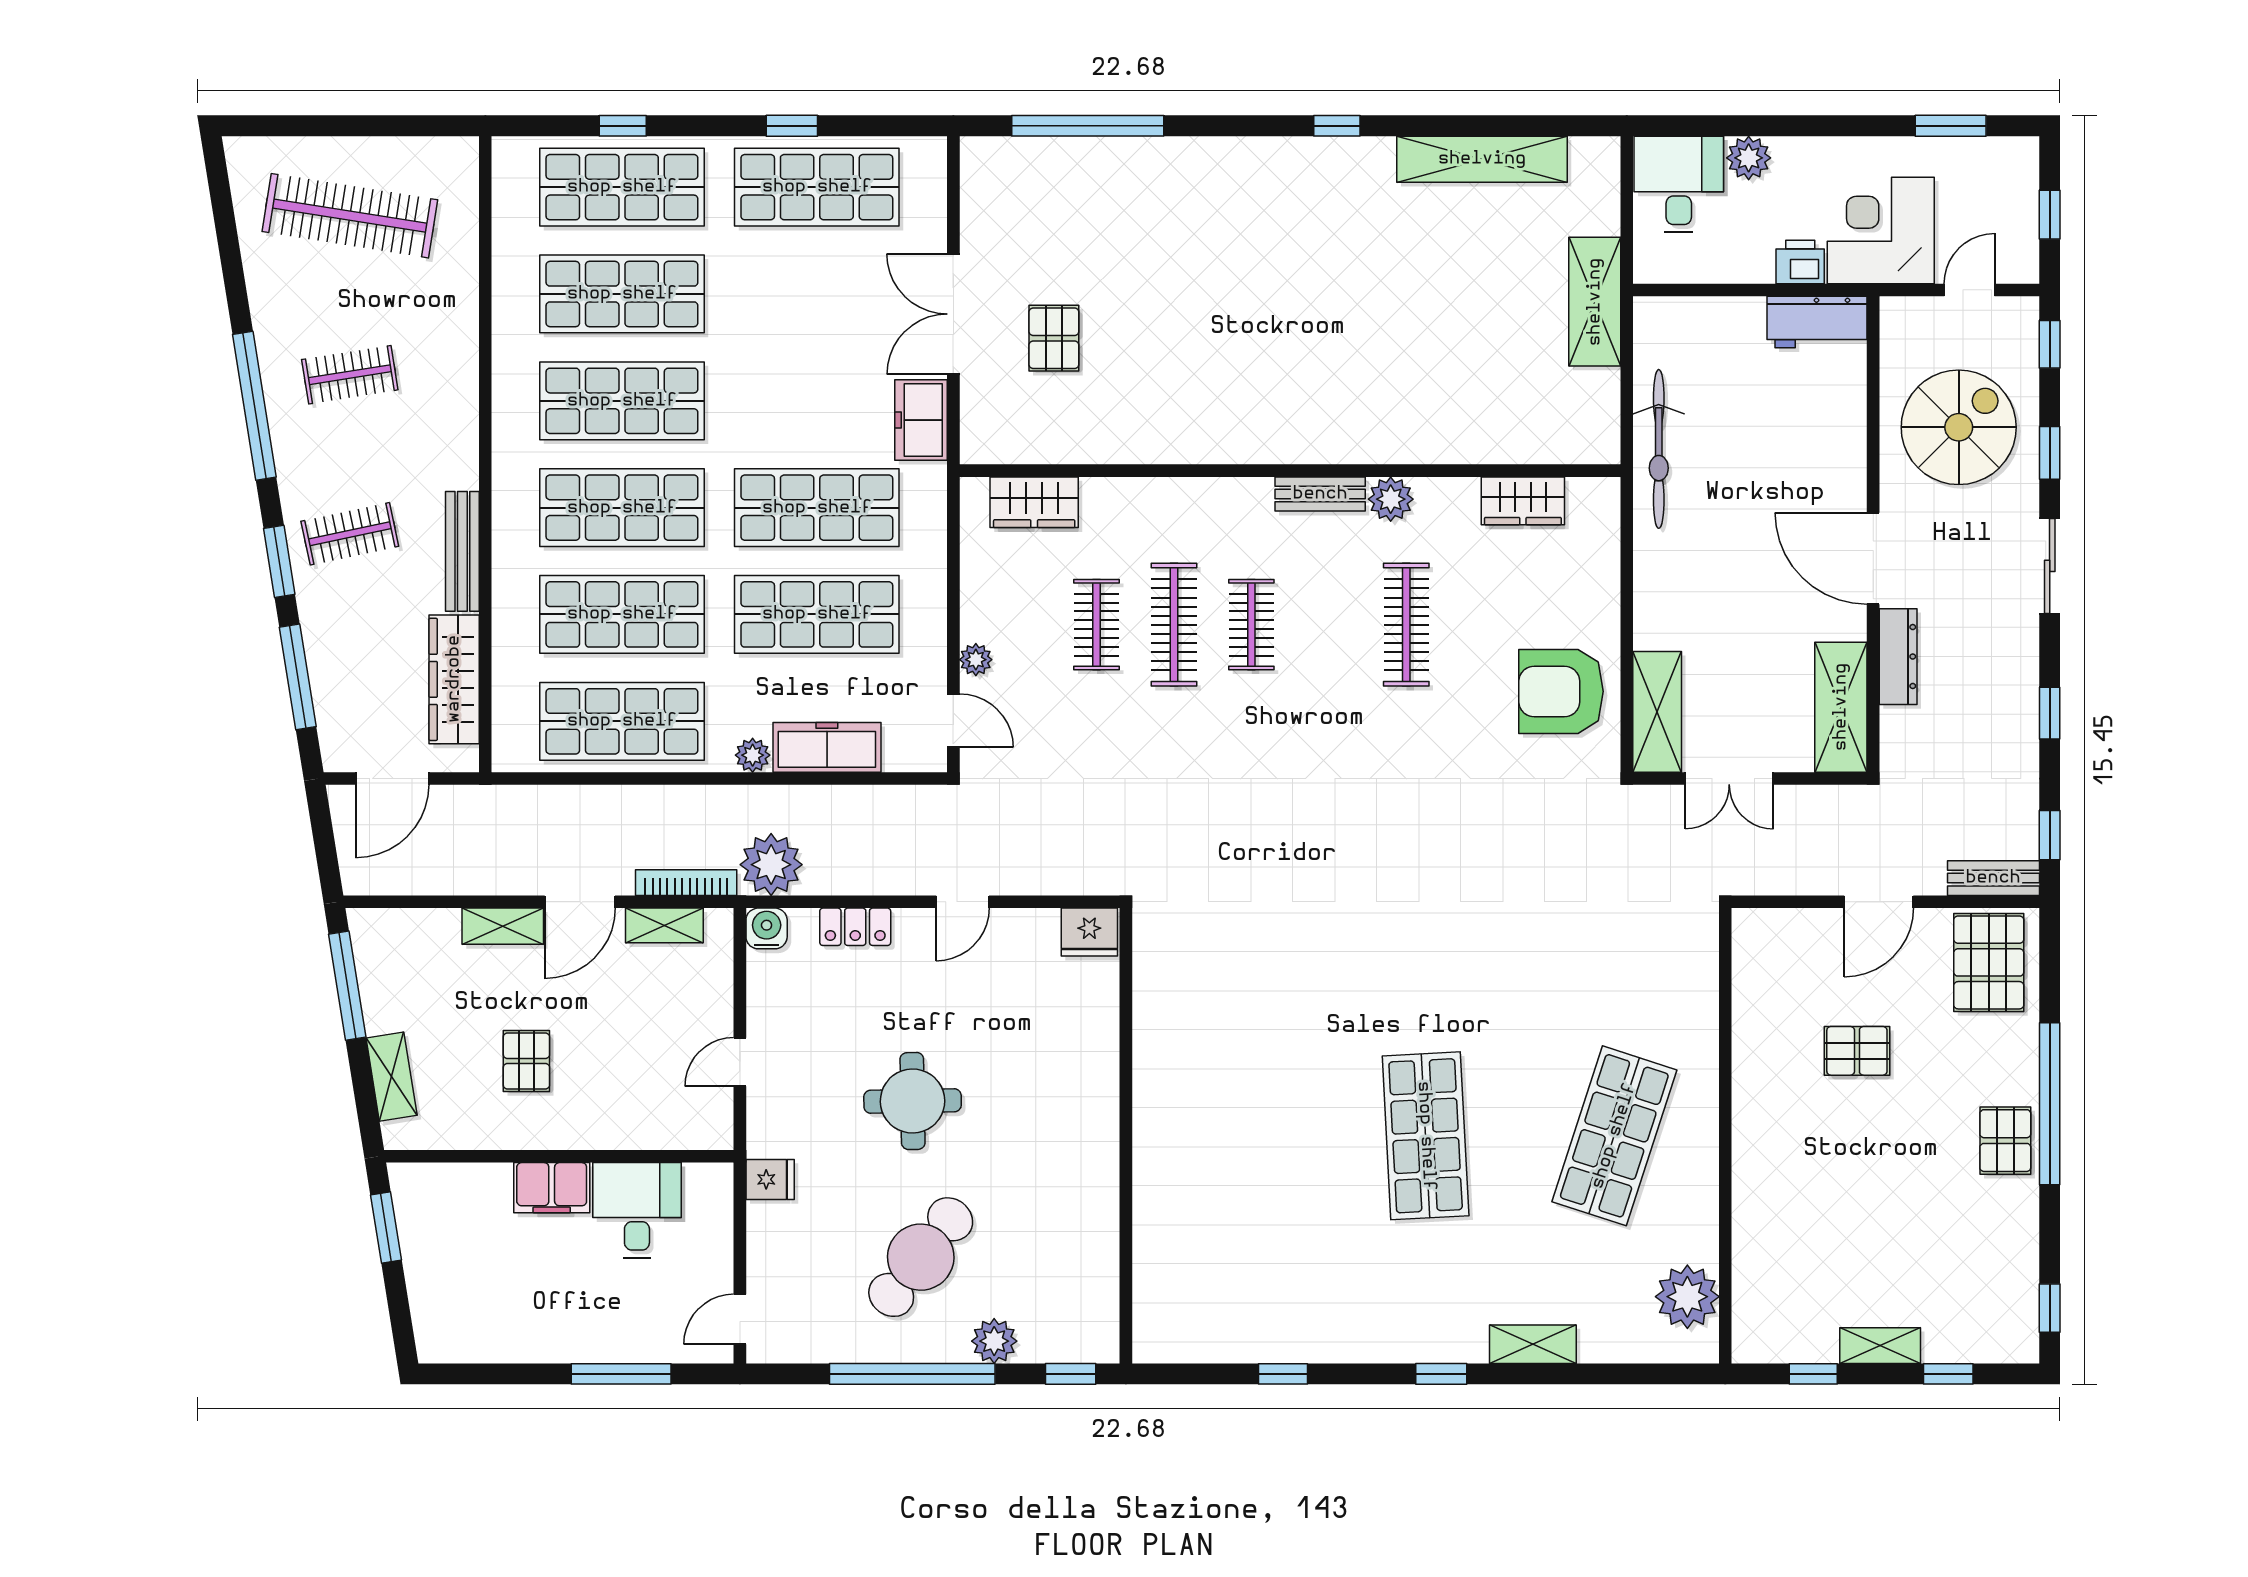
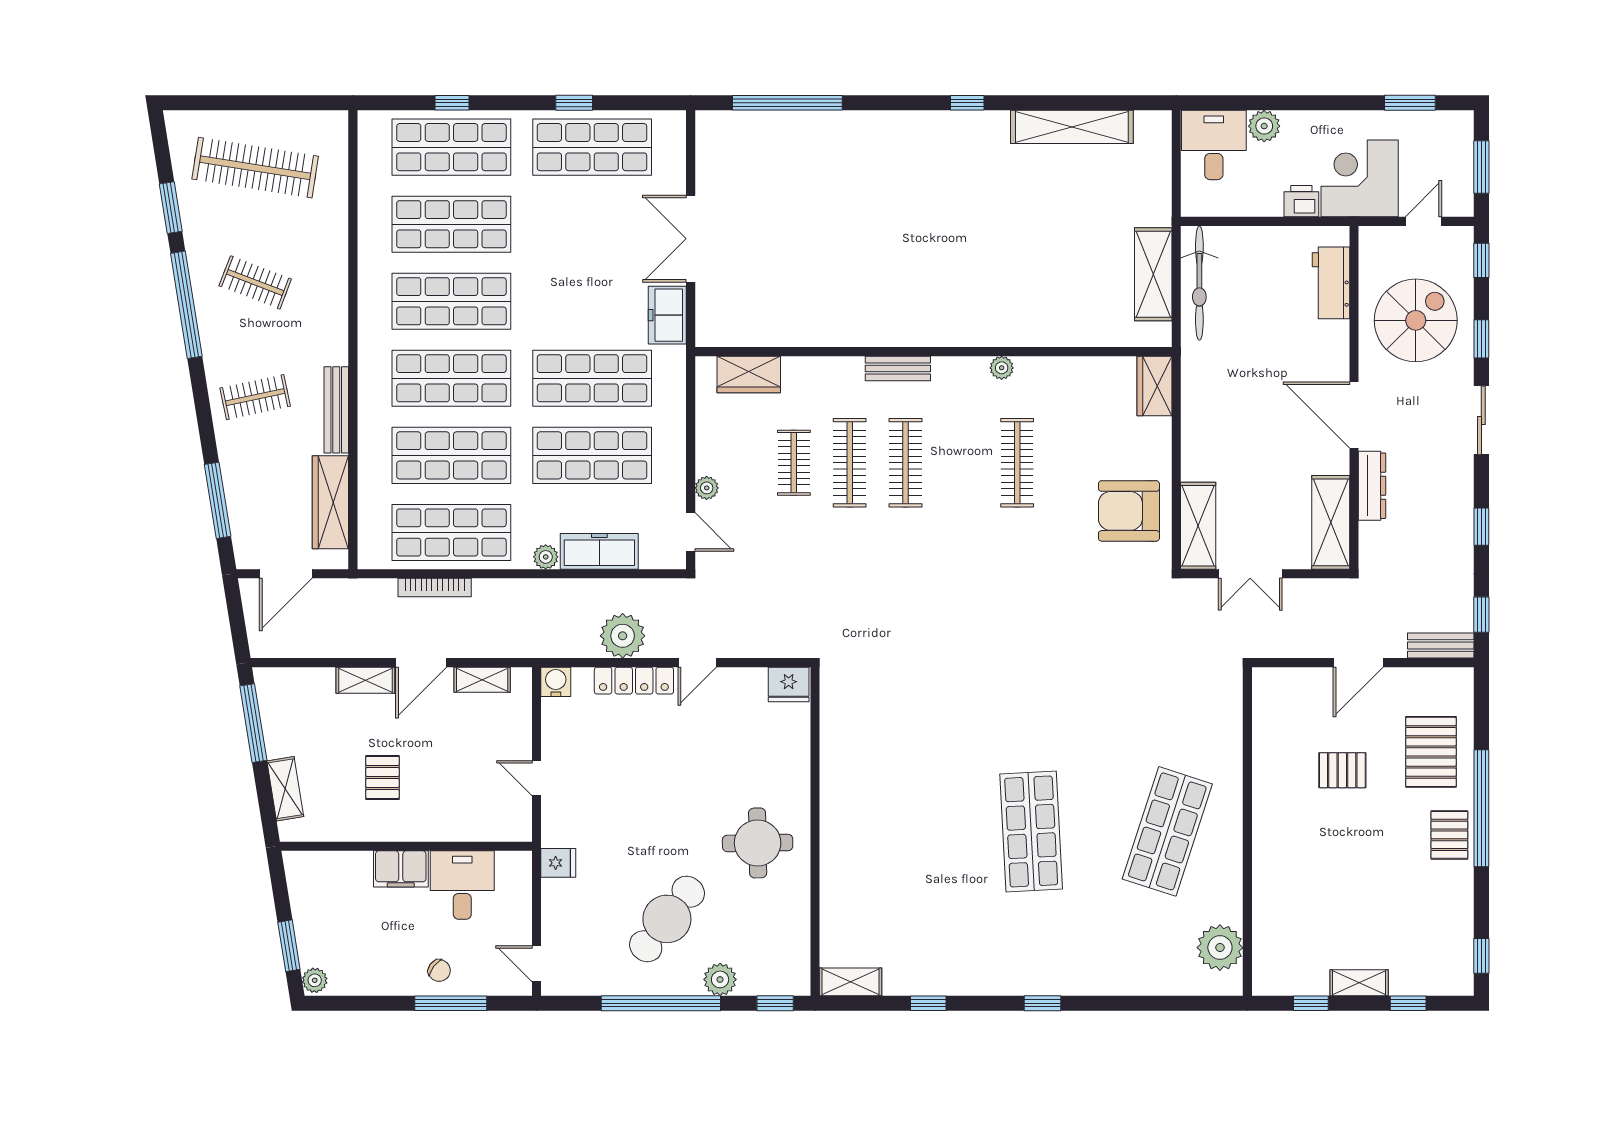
window: (2050, 215) -> (1481, 167), width x1.50
shelving: (1595, 302) -> (1153, 274), moved
workbench: (1817, 322) -> (1331, 283), moved, turned 90
pallet: (1054, 338) -> (763, 256), removed
clothes rail: (350, 375) -> (255, 282), turned 30
bicycle: (1659, 449) -> (1199, 283), moved
bench: (1320, 494) -> (898, 368), moved
plant: (1391, 499) -> (1002, 368), width x0.73, depth x0.73
wardrobe: (1523, 501) -> (1154, 386), moved, turned 90
window: (279, 561) -> (171, 208), moved
clothes rail: (1251, 625) -> (906, 463), width x1.36
plant: (771, 865) -> (623, 636), moved
bookcase: (686, 883) -> (435, 588), moved, turned 180
locker: (855, 927) -> (634, 681), width x1.53
pallet: (1989, 962) -> (1431, 752), moved
door: (740, 1062) -> (537, 778), hinge flipped
round table: (913, 1101) -> (758, 843), moved
window: (386, 1227) -> (289, 946), moved
door: (740, 1319) -> (537, 964), hinge flipped
chair: (605, 1329) -> (439, 971), added
plant: (432, 1342) -> (315, 980), added
shelving: (1533, 1344) -> (851, 982), moved

